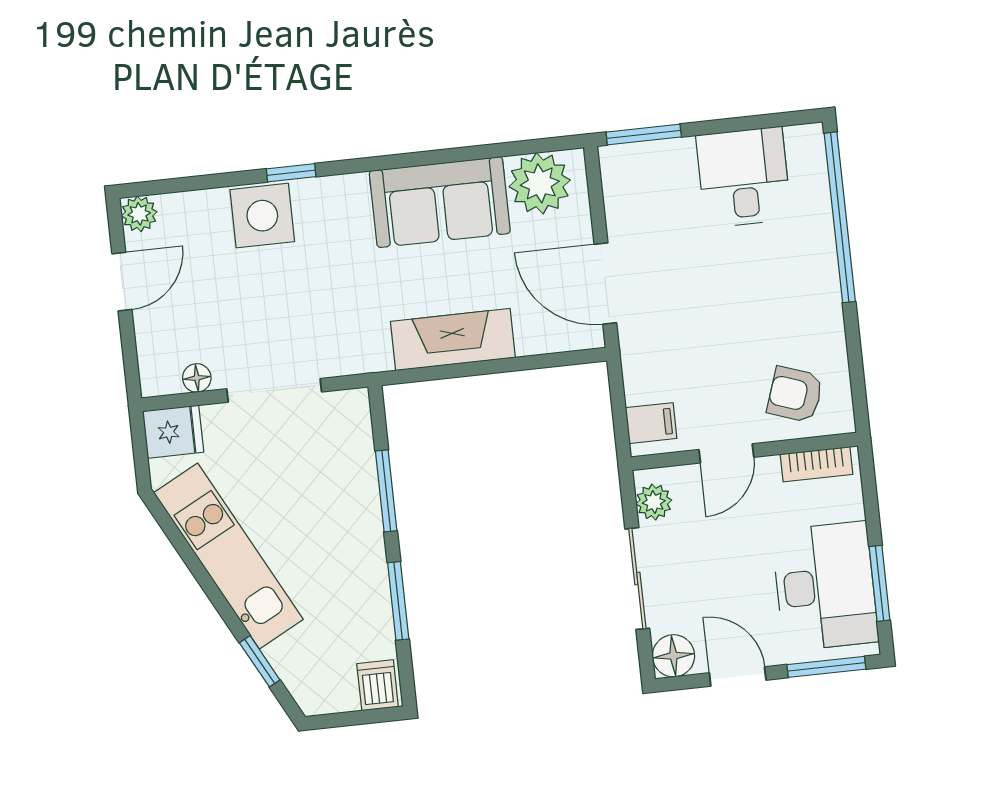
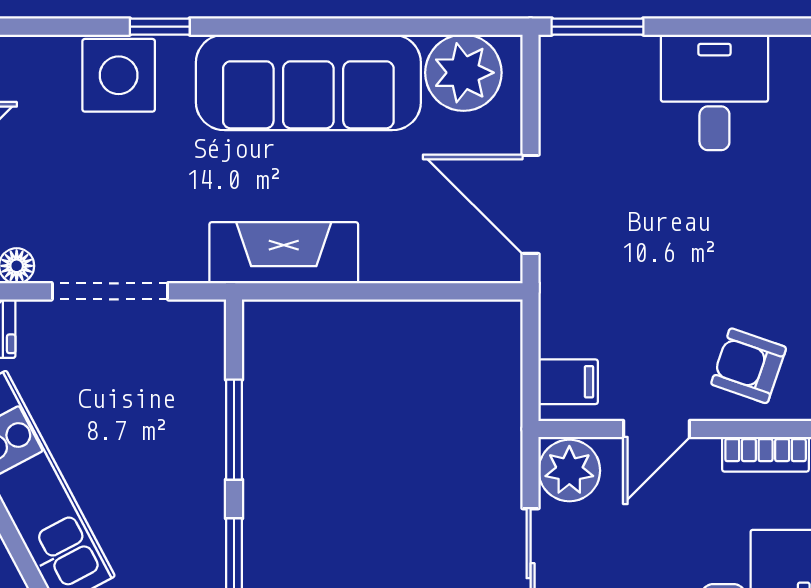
sofa: (440, 202) -> (308, 82), width x1.36
fireplace: (453, 340) -> (284, 253), moved
plant: (654, 502) -> (569, 471), width x1.38, depth x1.38

